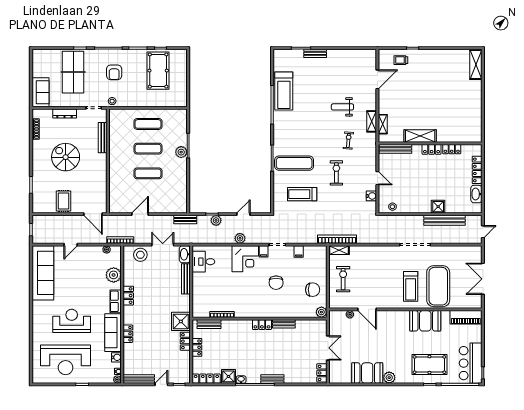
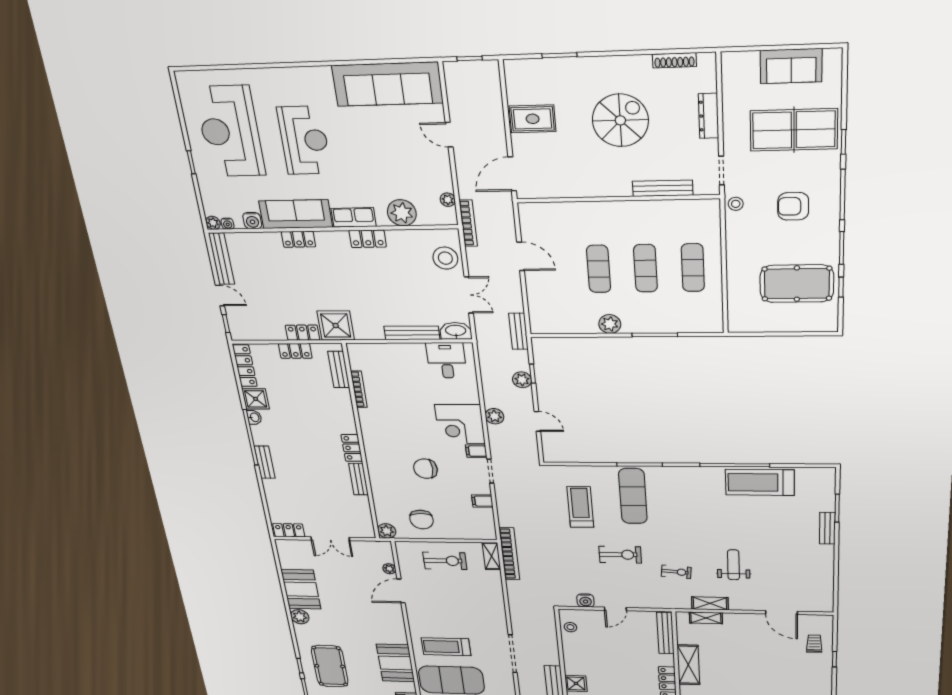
sofa: (40, 92) -> (791, 66), moved
plant: (181, 152) -> (610, 324), moved

